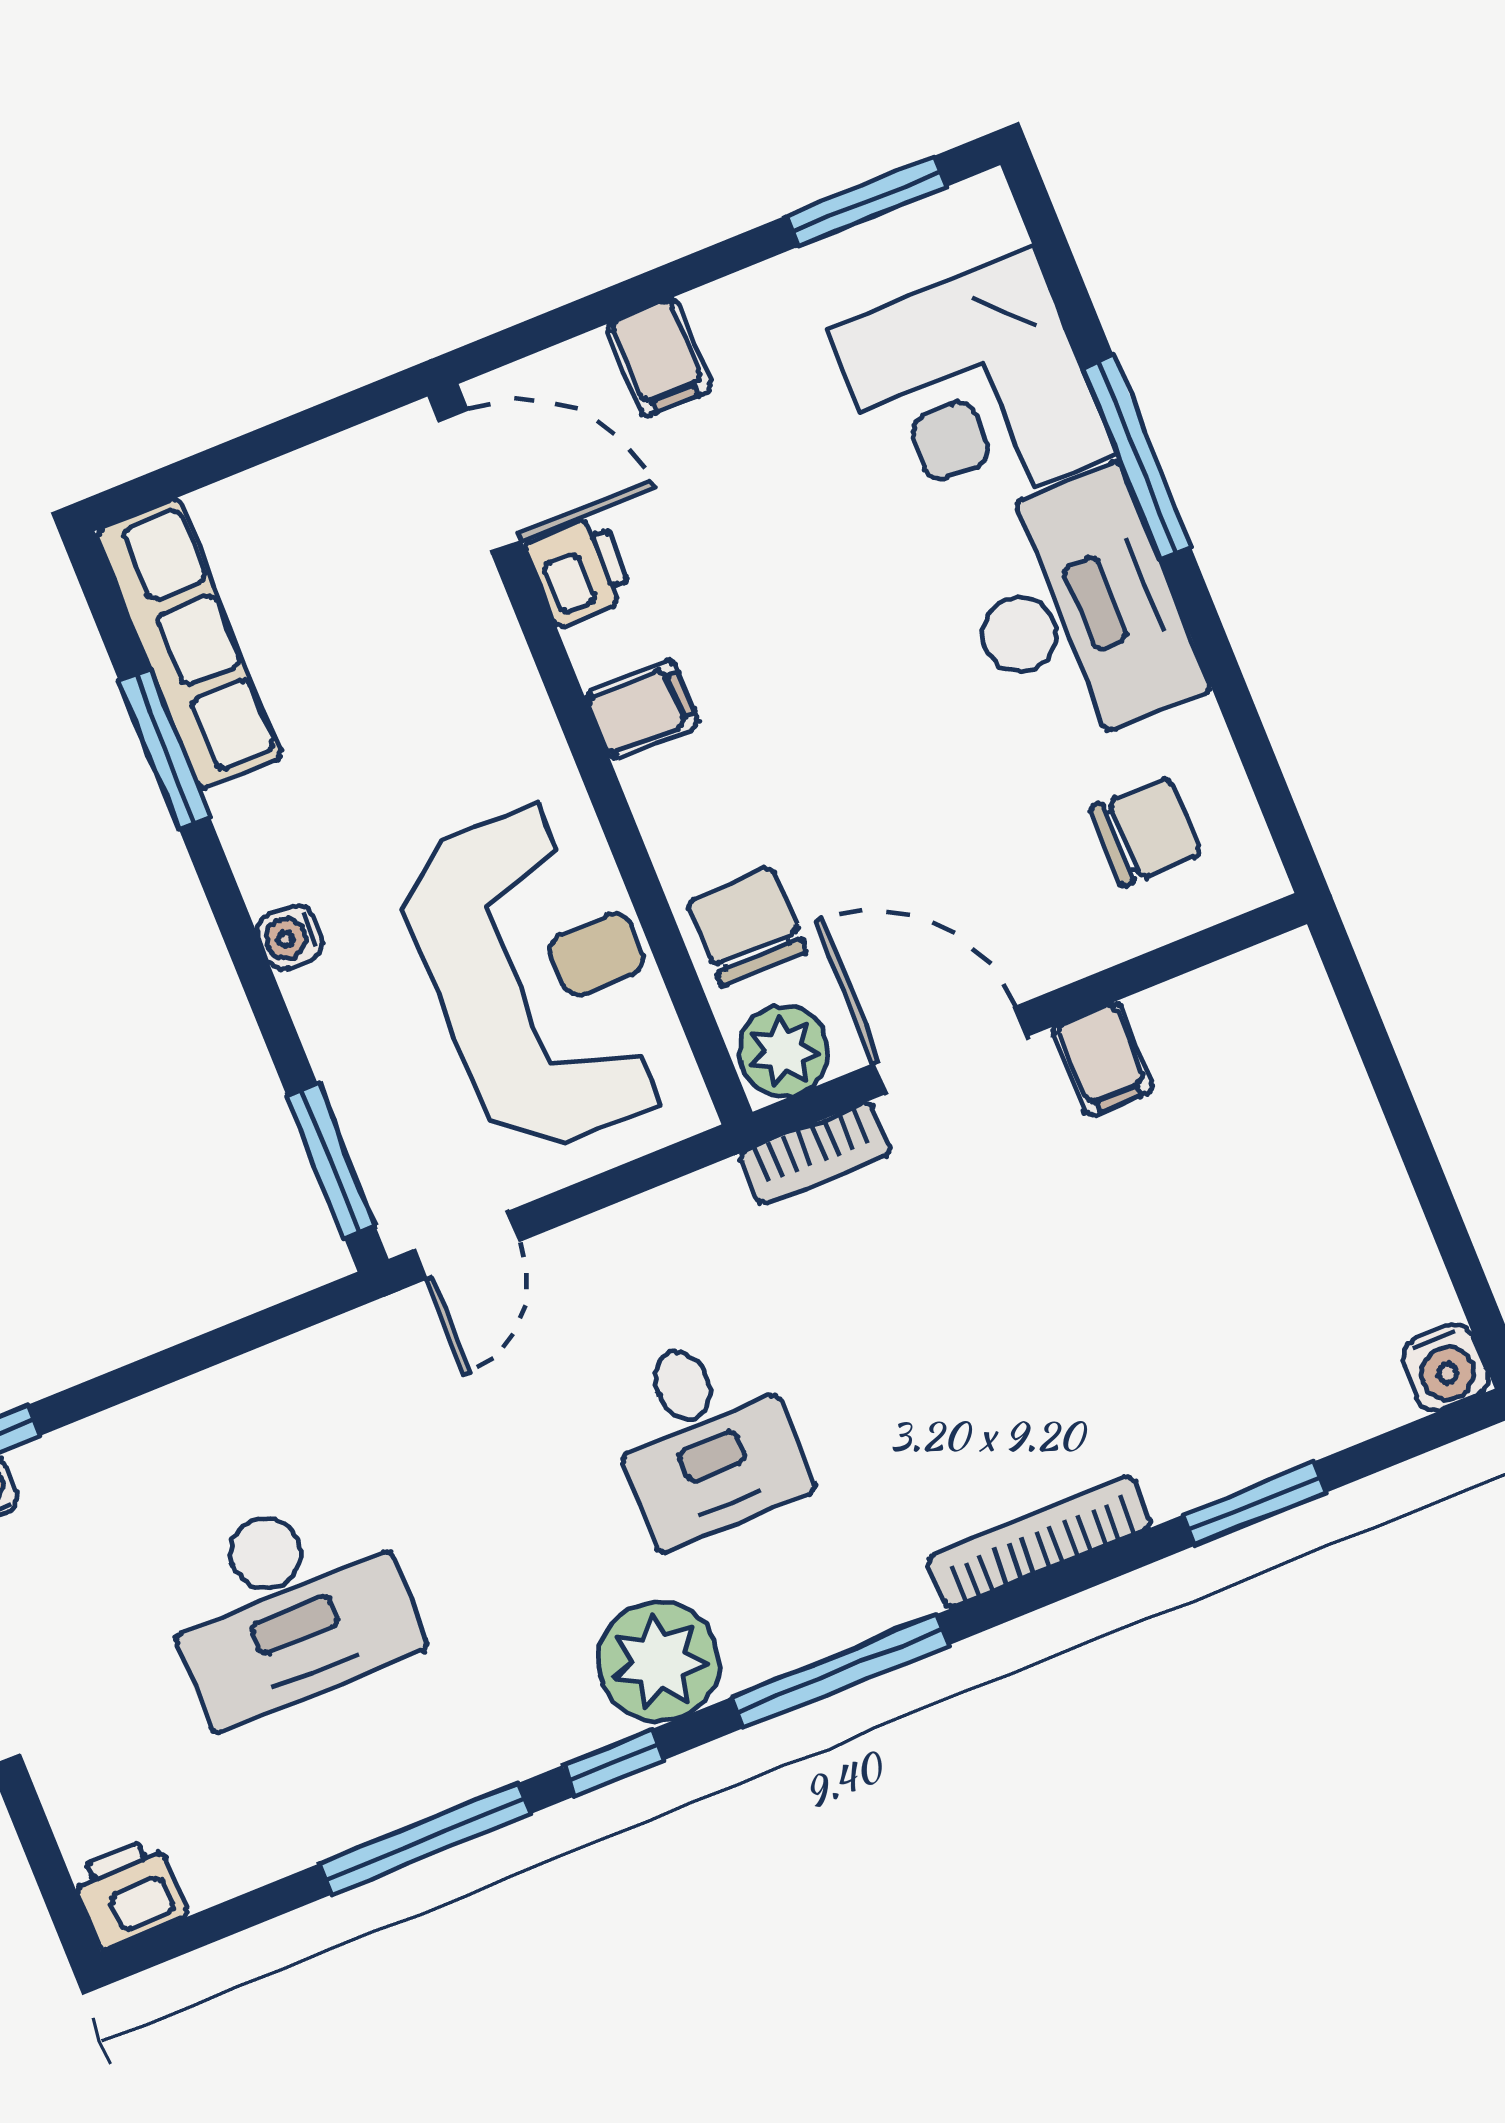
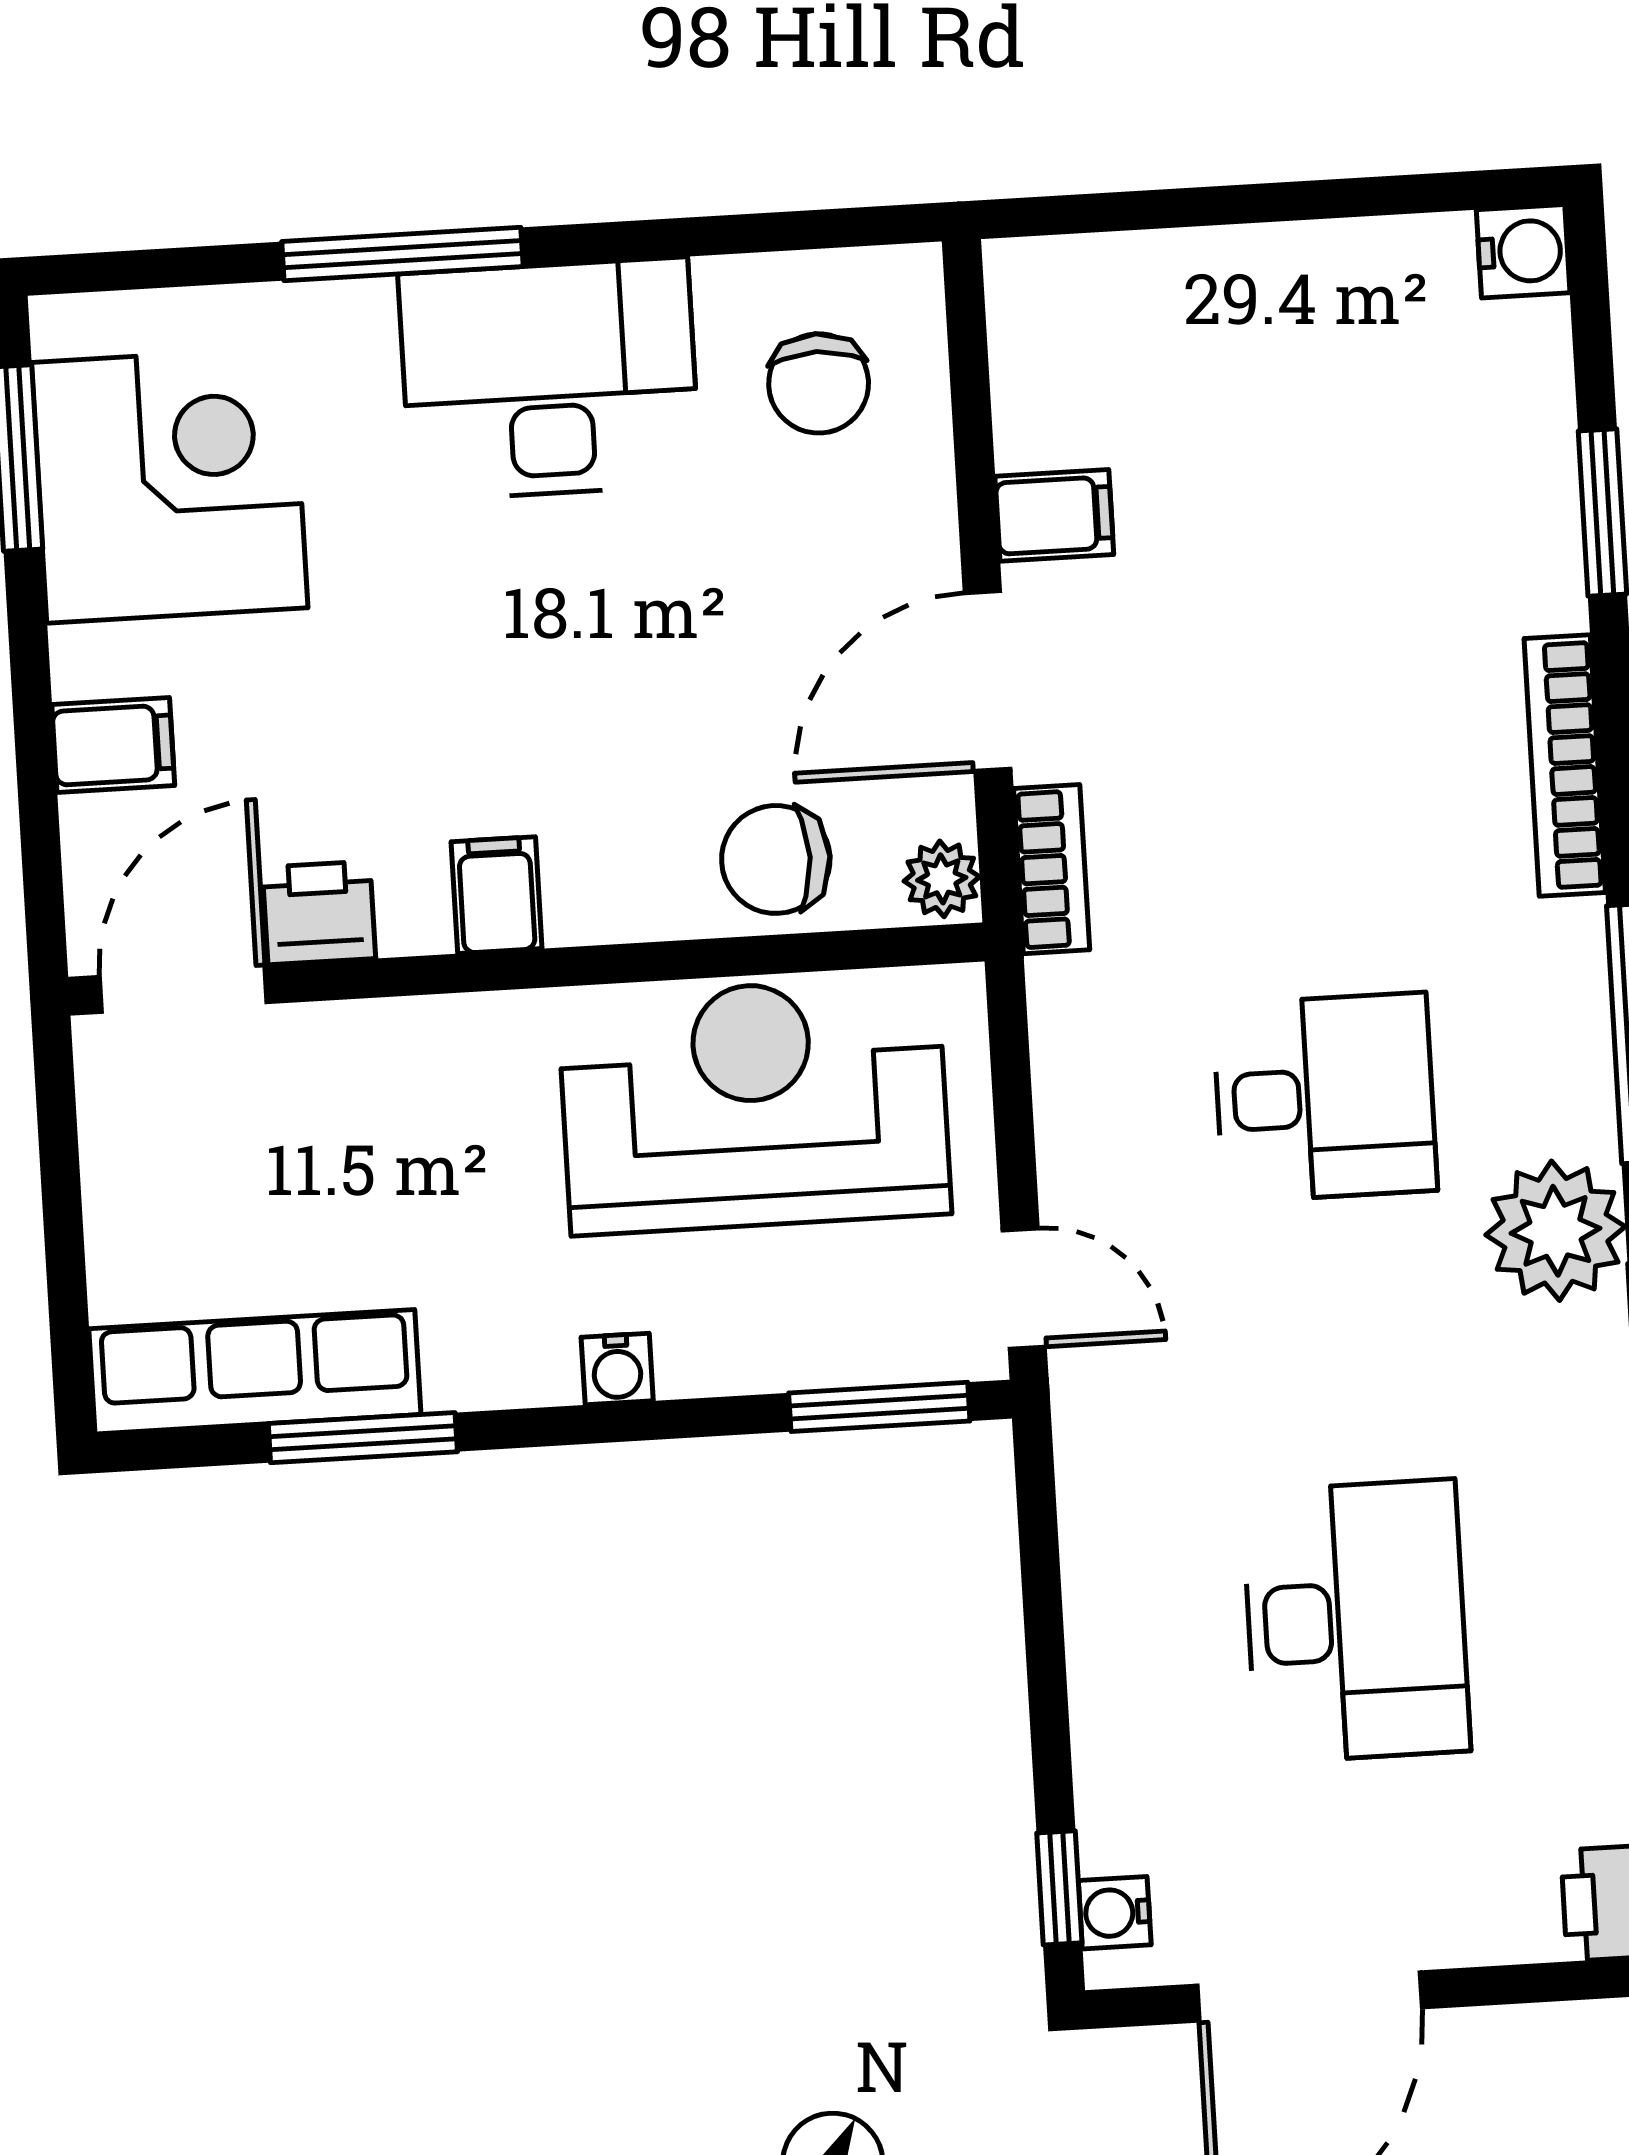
corner desk: (971, 392) -> (170, 485), moved, turned -90
chair: (1146, 832) -> (819, 383), turned 180
plant: (783, 1051) -> (942, 879), width x0.73, depth x0.73

